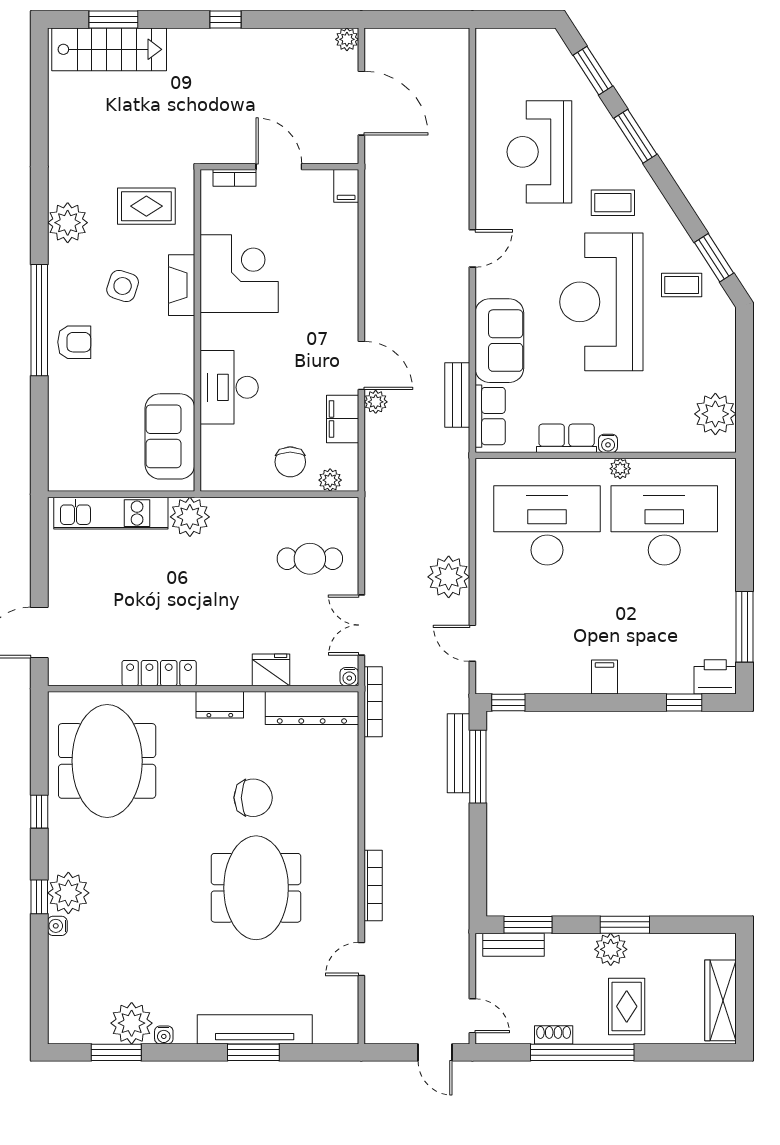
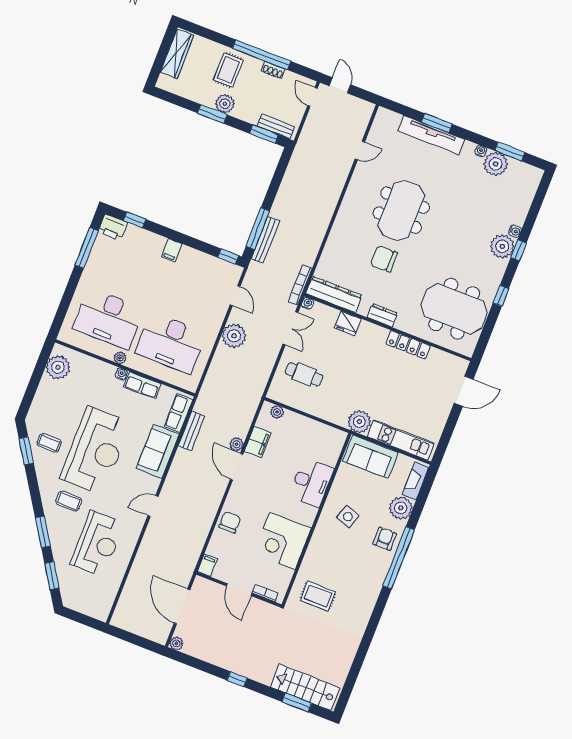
plant: (68, 223) -> (401, 508), moved
fireplace: (182, 285) -> (415, 481), moved, turned 180
side table: (123, 286) -> (348, 517), moved
armchair: (74, 342) -> (385, 539), turned 90
sofa: (170, 436) -> (370, 457), moved, turned 90
chair: (290, 462) -> (230, 522), moved
meeting table: (107, 761) -> (454, 309), turned 90
bookcase: (373, 886) -> (338, 187), removed

